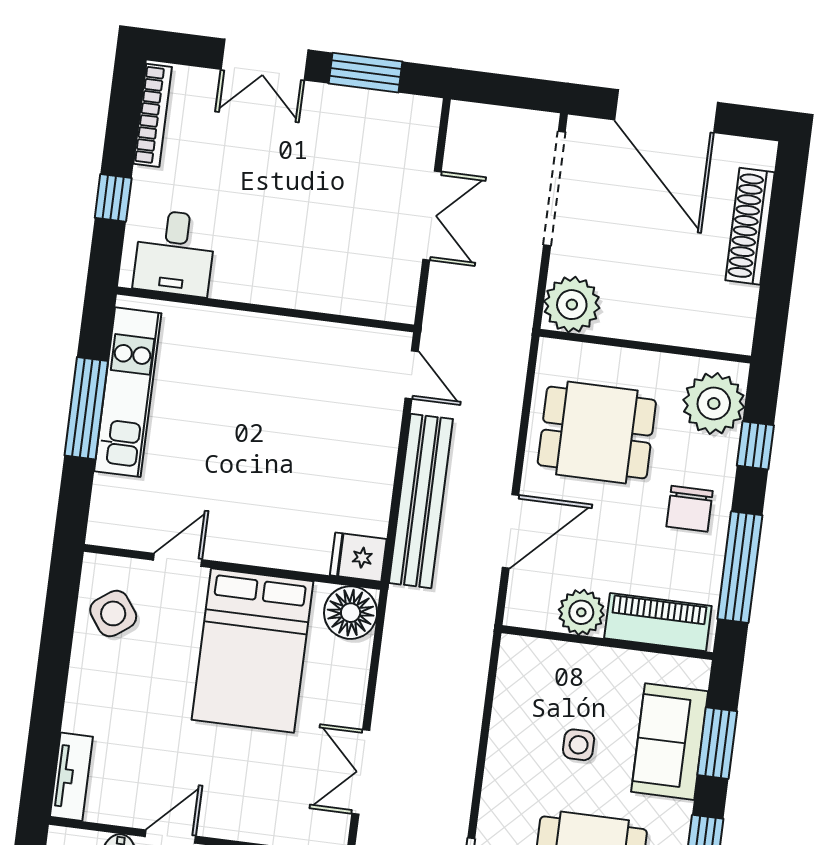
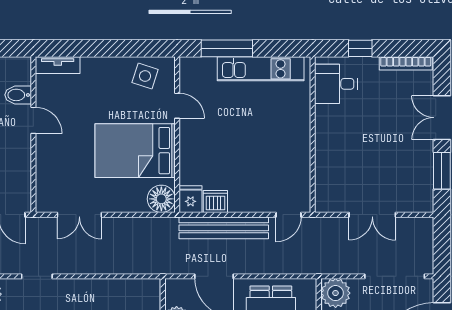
window: (86, 408) -> (227, 48), moved
dishwasher: (369, 510) -> (215, 201), added
side table: (113, 613) -> (145, 76), turned -36
double door: (361, 772) -> (79, 215), swing flipped

